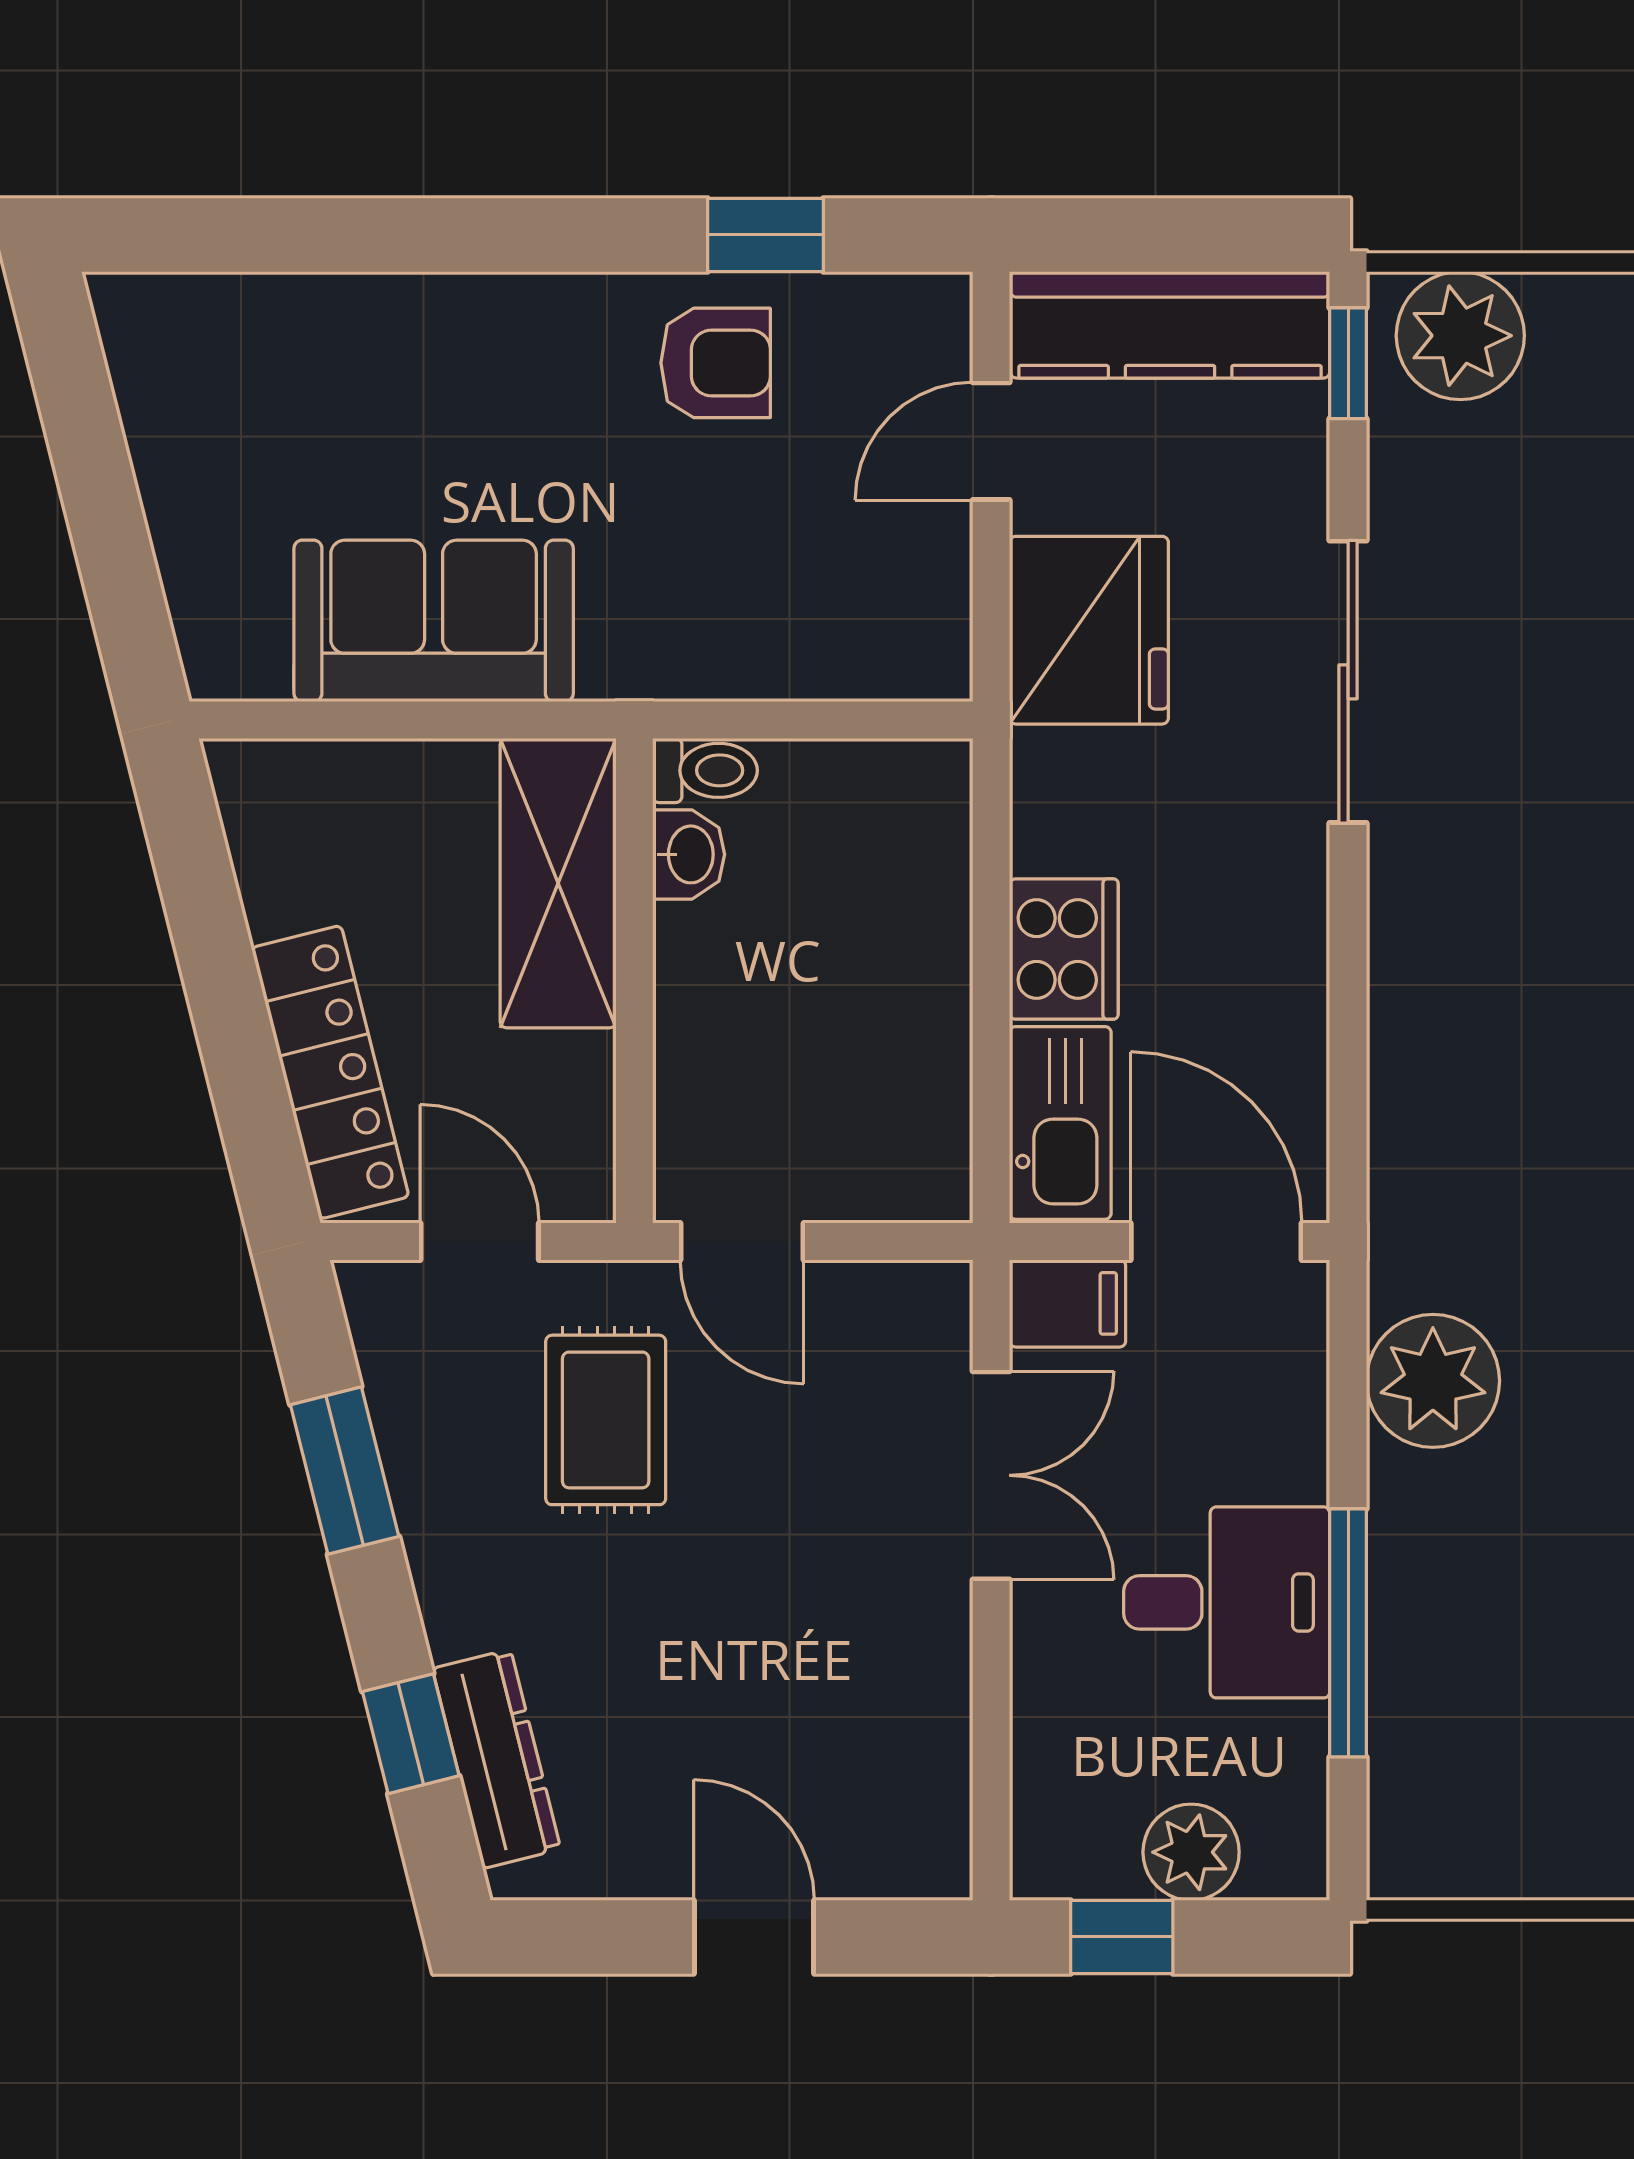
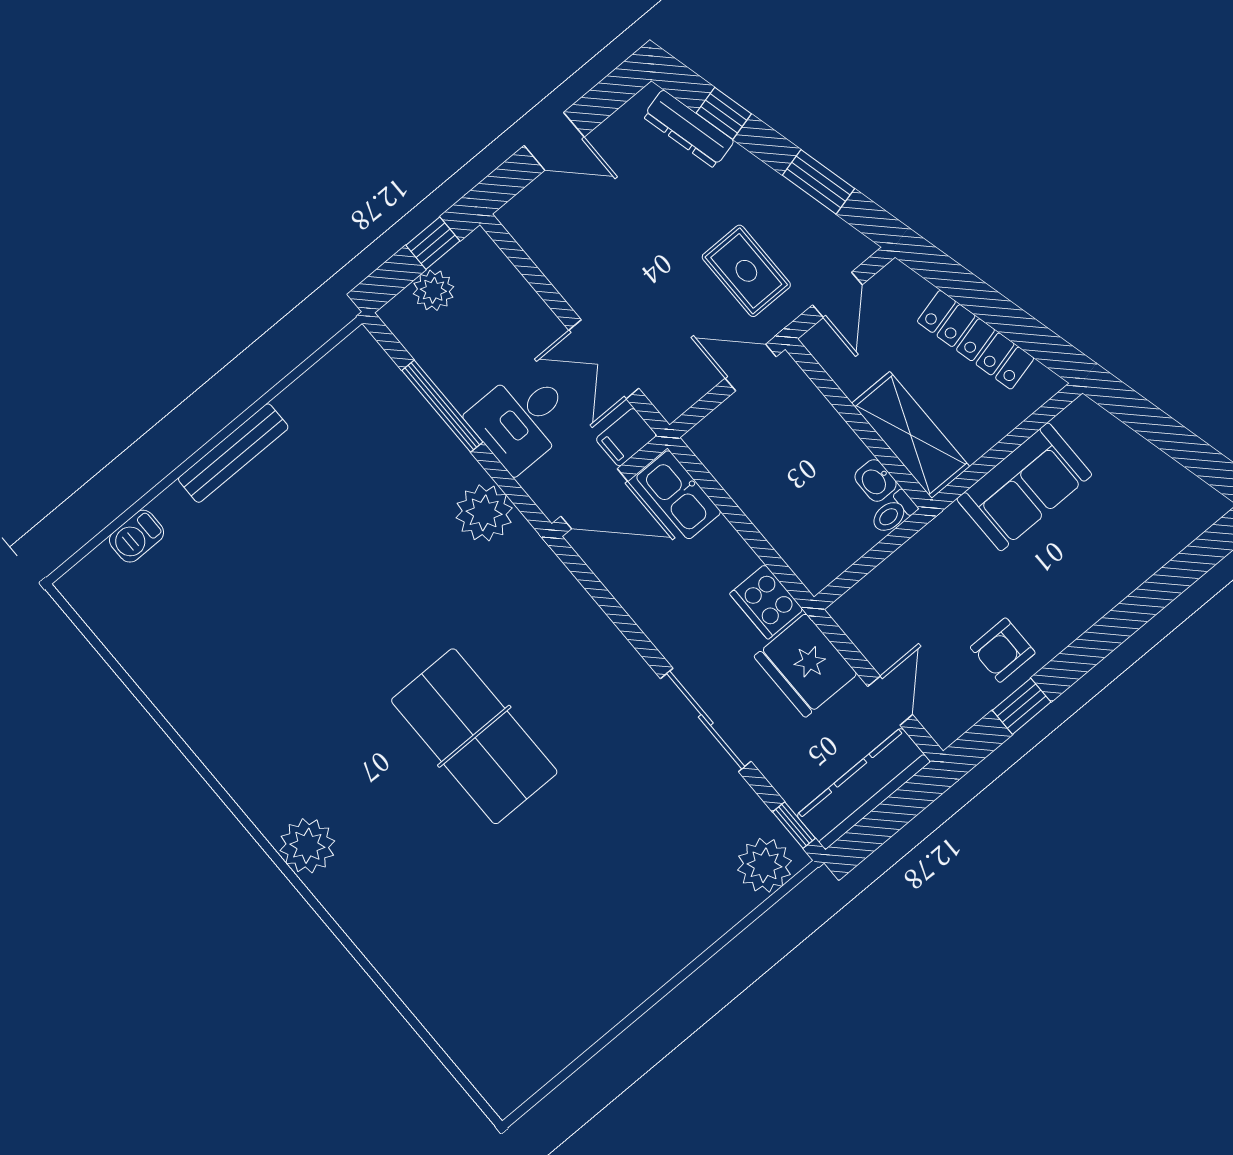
cooker: (1064, 949) -> (766, 602), moved
locker: (330, 1072) -> (976, 340), moved
door: (480, 1242) -> (837, 295), hinge flipped
desk: (1227, 1602) -> (522, 419), moved

